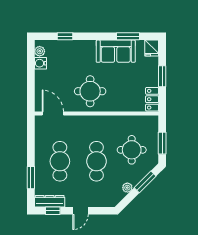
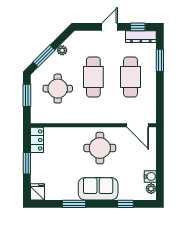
window: (128, 36) -> (74, 204), moved
sofa: (116, 51) -> (98, 189), moved

